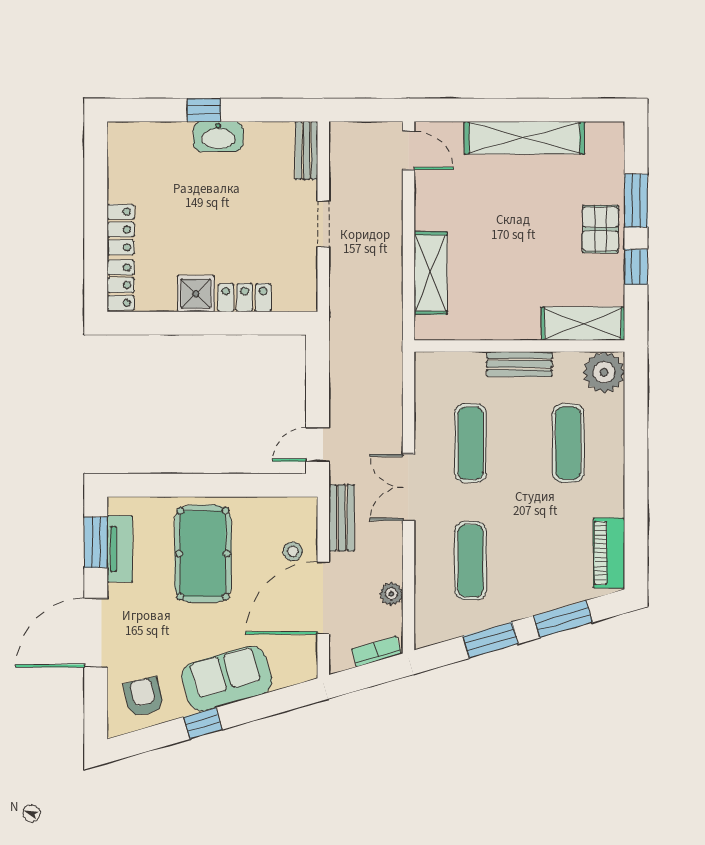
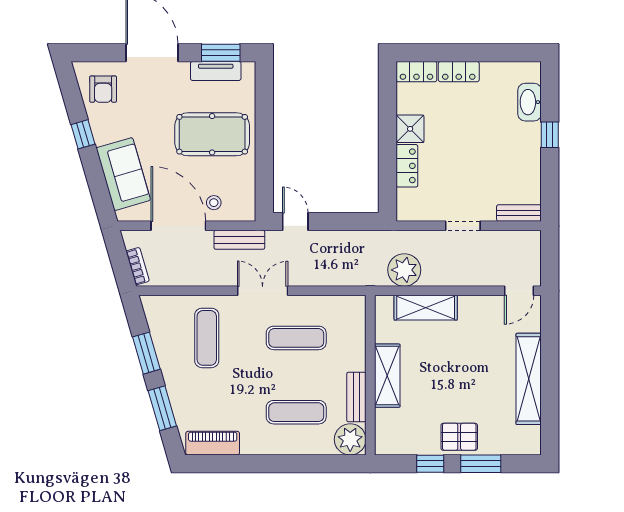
washbasin: (218, 137) -> (530, 102), moved
shelving: (583, 324) -> (387, 376), moved
bench: (519, 364) -> (356, 397), moved
exercise mat: (471, 561) -> (207, 338), turned 90
plant: (391, 594) -> (404, 270), moved, width x1.87, depth x1.87
sofa: (227, 679) -> (123, 174), moved
armchair: (144, 697) -> (103, 89), turned 103

